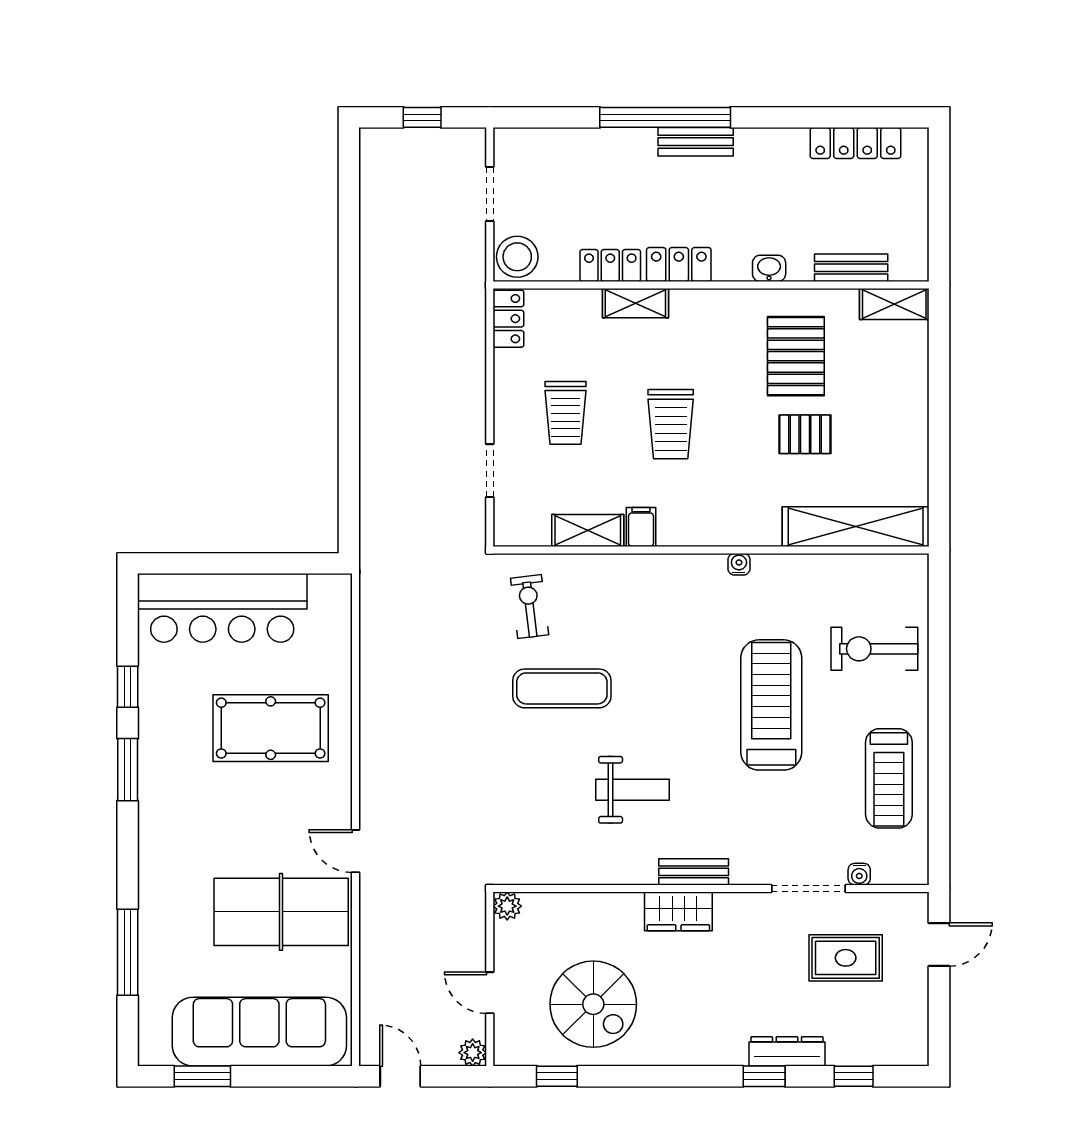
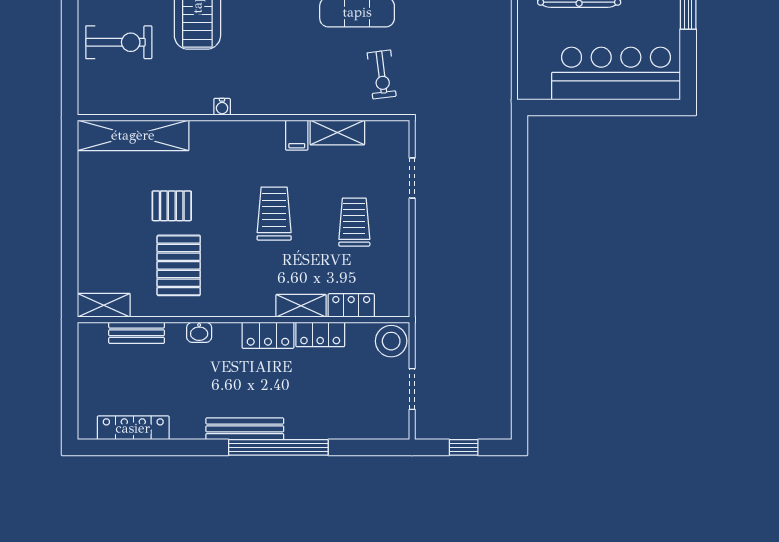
bench: (696, 142) -> (245, 429), width x1.36
locker: (508, 319) -> (351, 305), moved, turned 90

